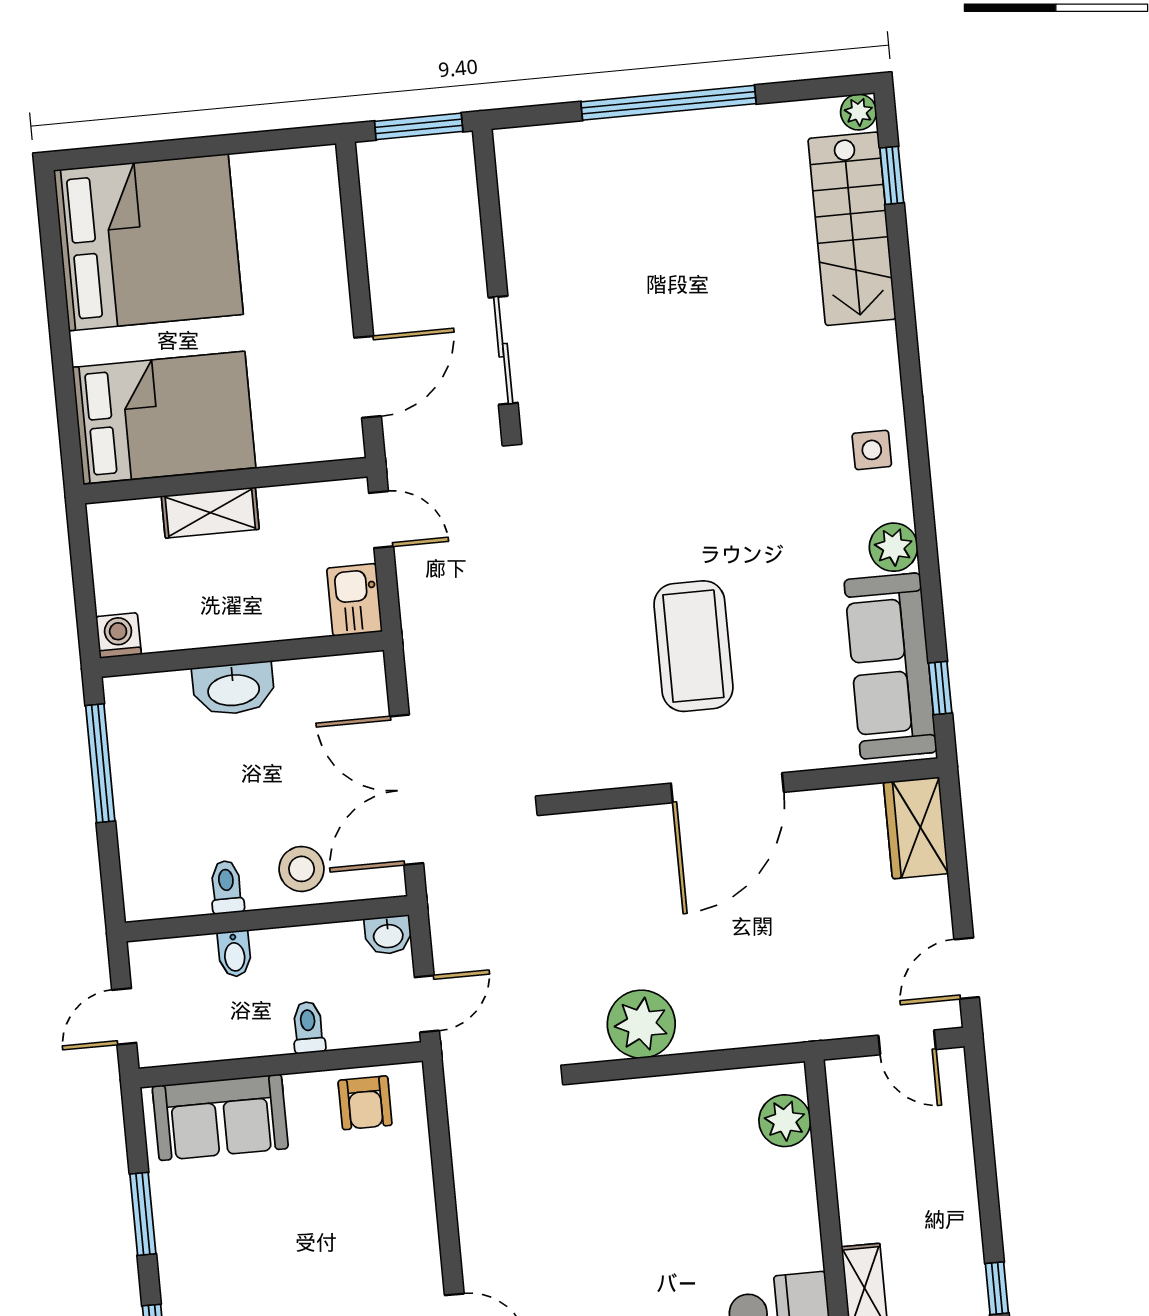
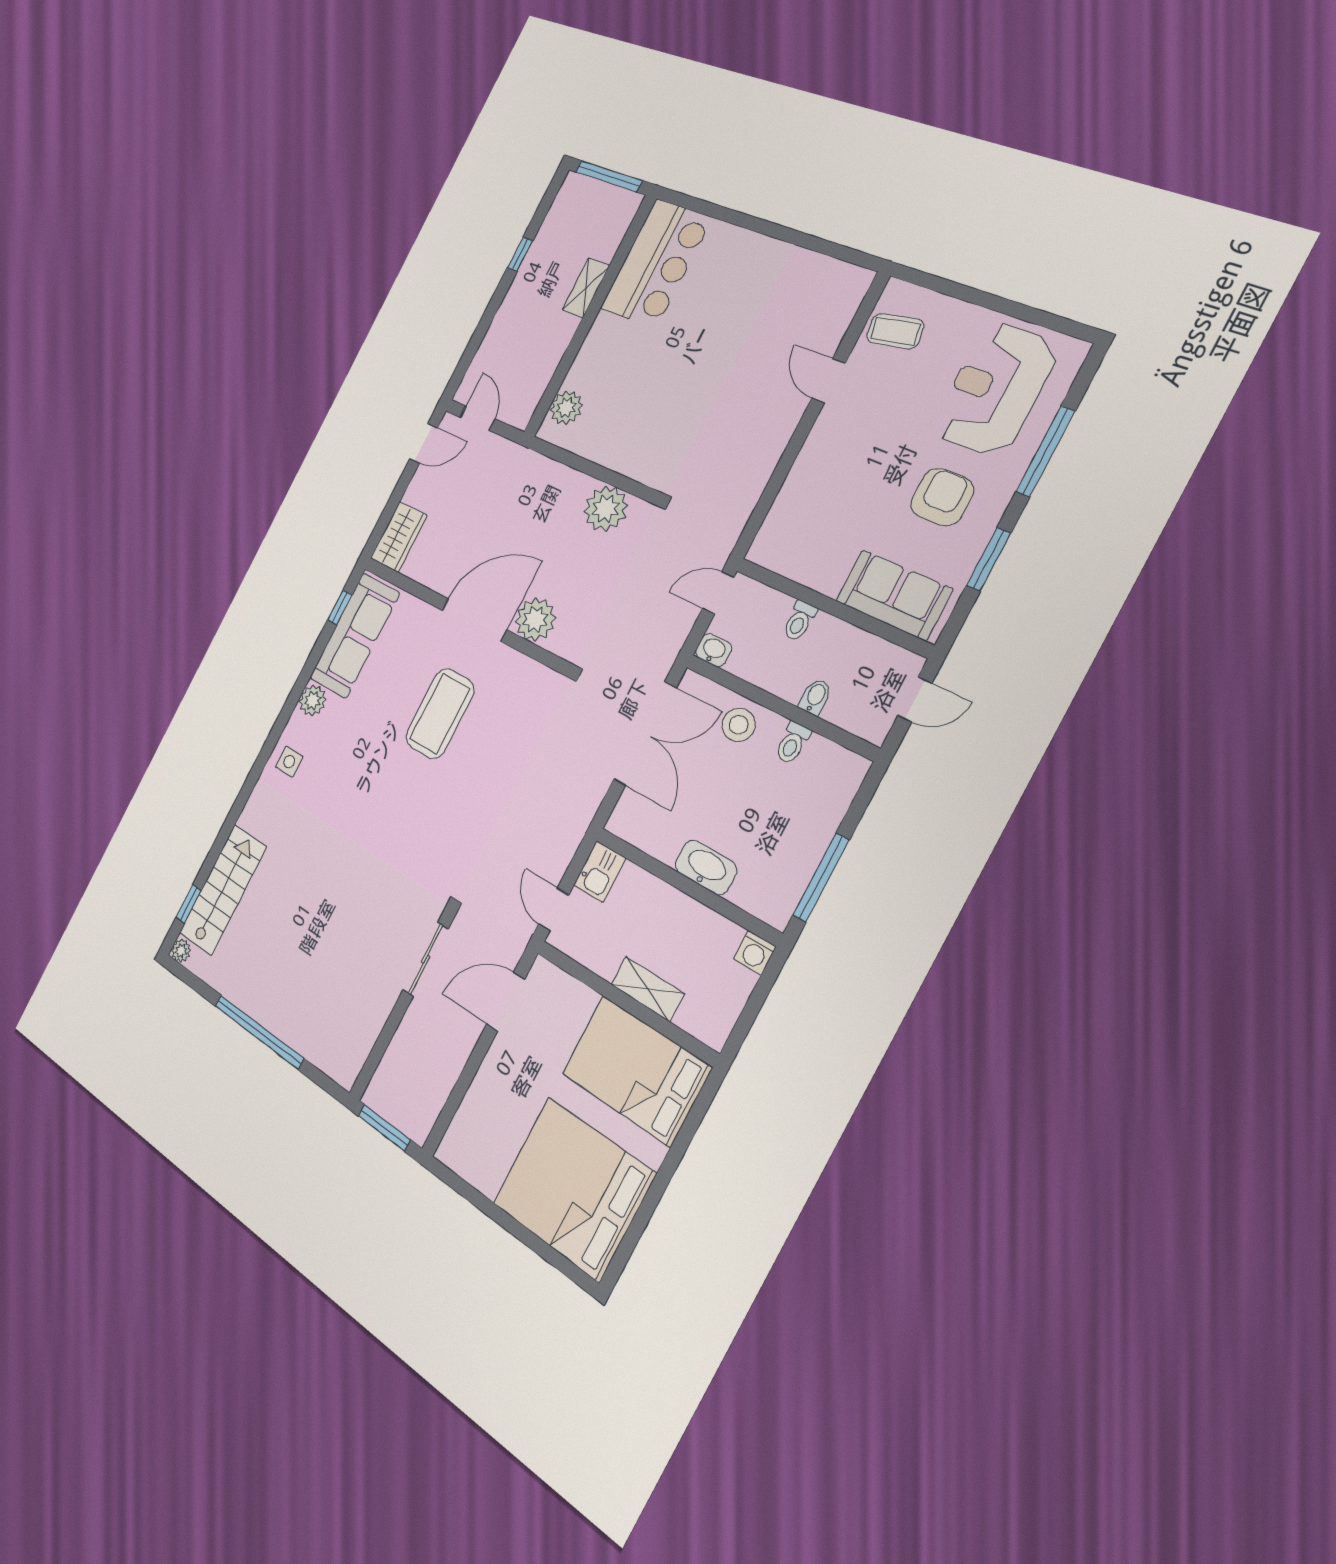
plant: (642, 837) -> (535, 619), added
armchair: (365, 1103) -> (942, 497), moved, width x1.38, depth x1.38

